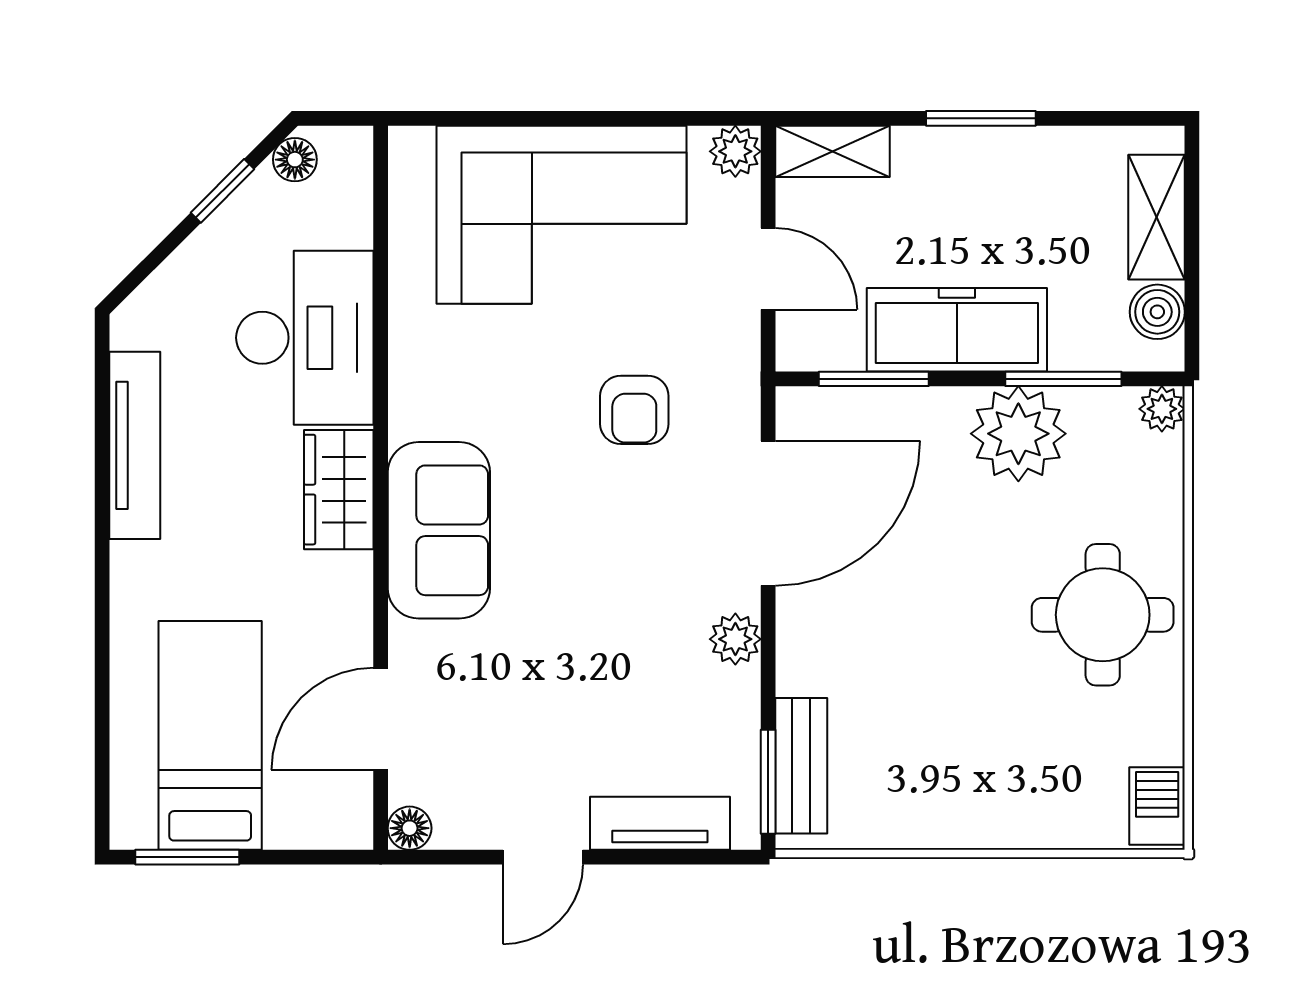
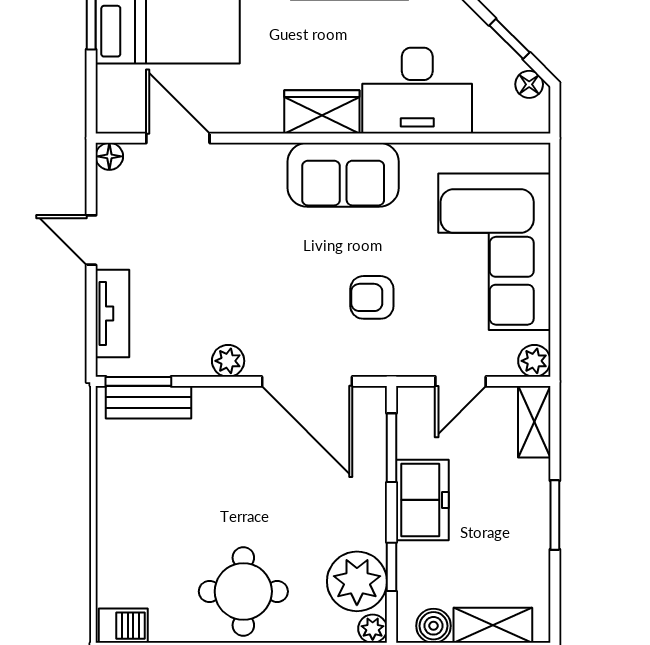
freezer: (957, 330) -> (422, 500), width x0.71
window: (1063, 379) -> (391, 567), width x0.67
plant: (1018, 434) -> (357, 581), moved
sofa: (439, 530) -> (343, 175), moved

